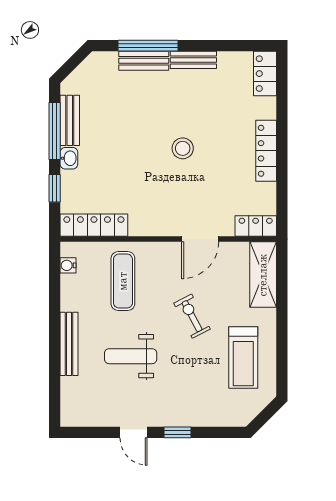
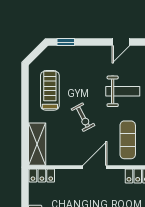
door: (200, 239) -> (95, 167), moved
door: (134, 432) -> (121, 42), swing flipped
window: (178, 432) -> (66, 42), moved

